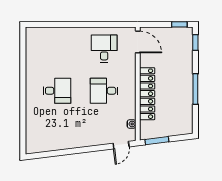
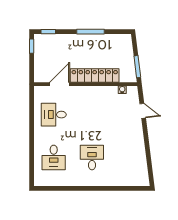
door: (138, 42) -> (60, 84), moved
desk: (104, 91) -> (54, 157), moved
door: (121, 145) -> (143, 111), moved

